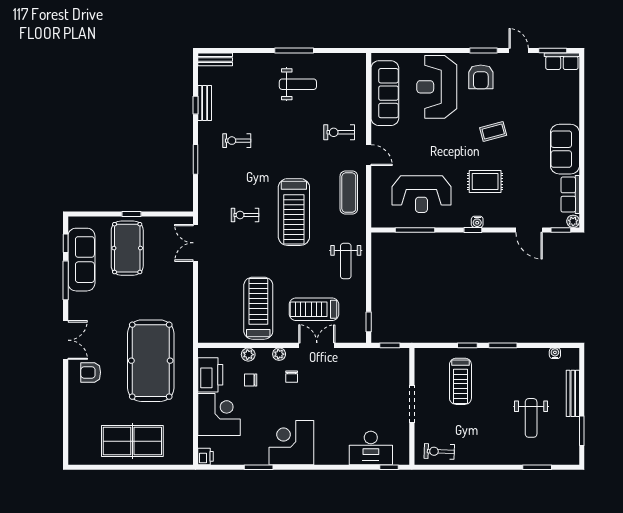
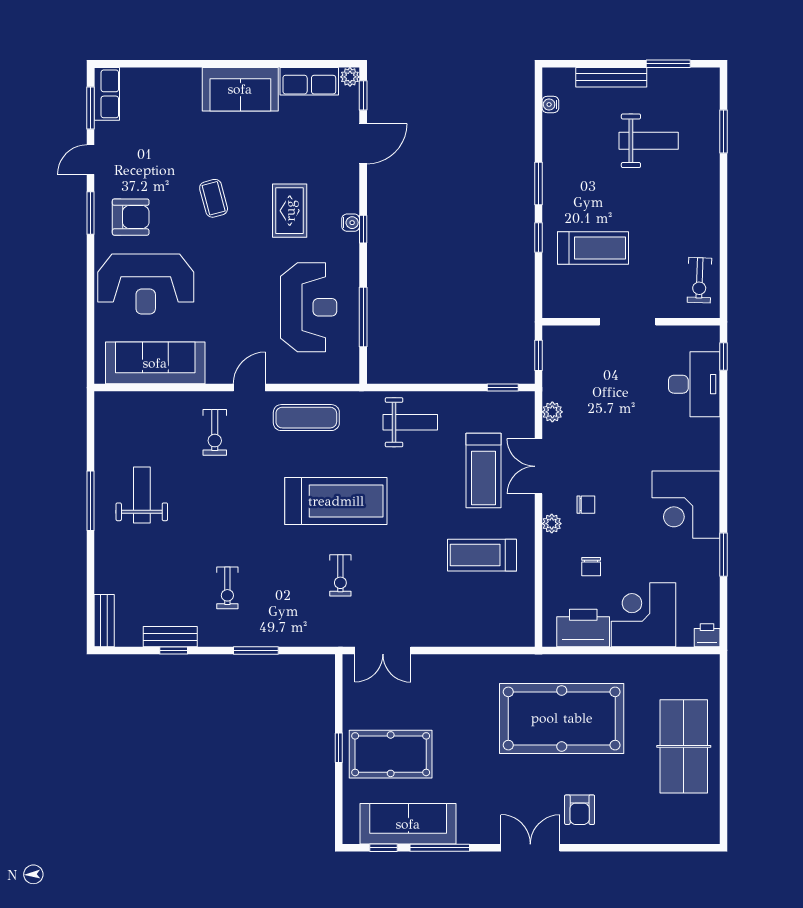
treadmill: (258, 308) -> (482, 555), width x0.73, depth x0.73
plant: (248, 355) -> (552, 412), moved

